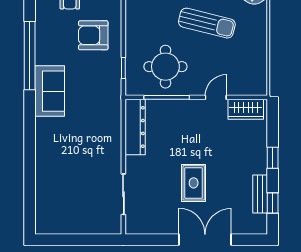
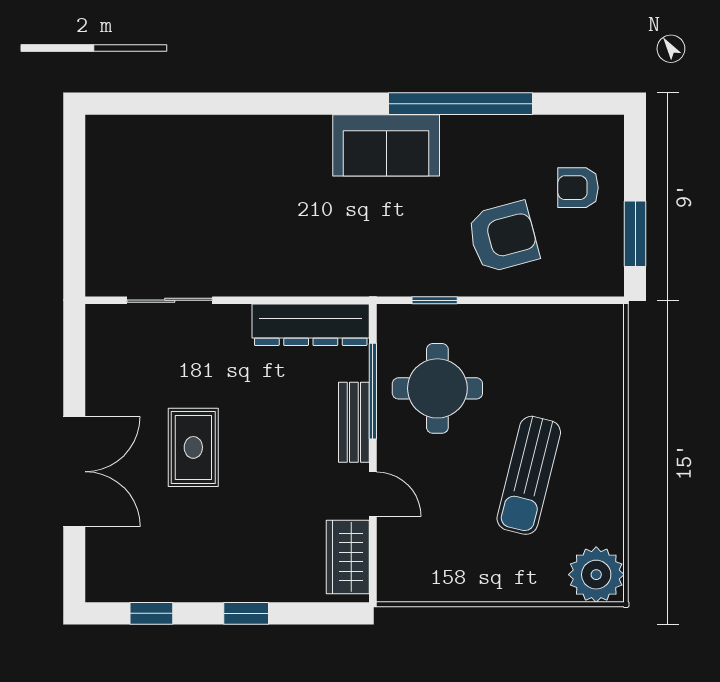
armchair: (93, 35) -> (503, 237), turned 75
rug: (194, 183) -> (193, 447), turned 90
bench: (260, 194) -> (354, 422), moved, turned 90

